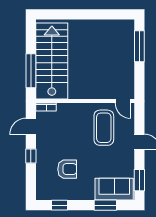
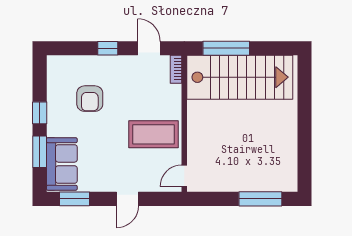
coffee table: (104, 128) -> (154, 134), moved
window: (59, 205) -> (40, 113), moved

